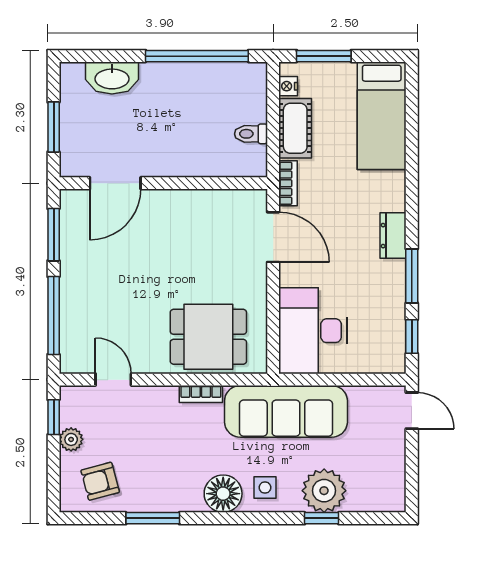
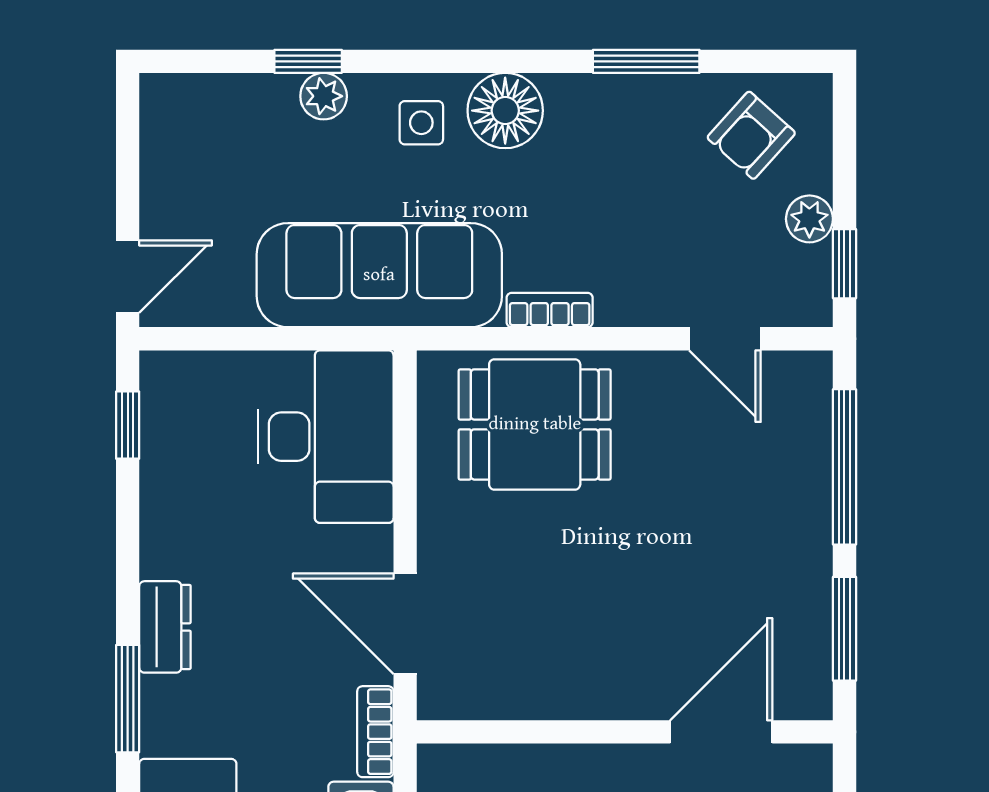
window: (412, 276) -> (128, 699), moved
door: (412, 411) -> (128, 277), swing flipped
armchair: (100, 481) -> (751, 135), turned 147
plant: (324, 491) -> (324, 96), width x0.53, depth x0.53

